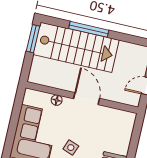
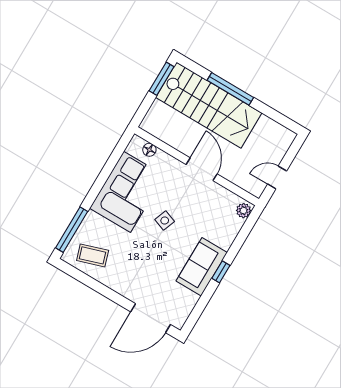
floor lamp: (57, 100) -> (149, 150), moved
plant: (129, 120) -> (244, 211), added

